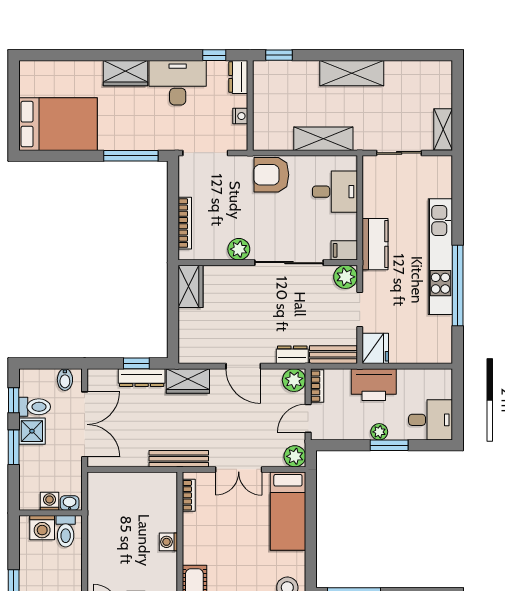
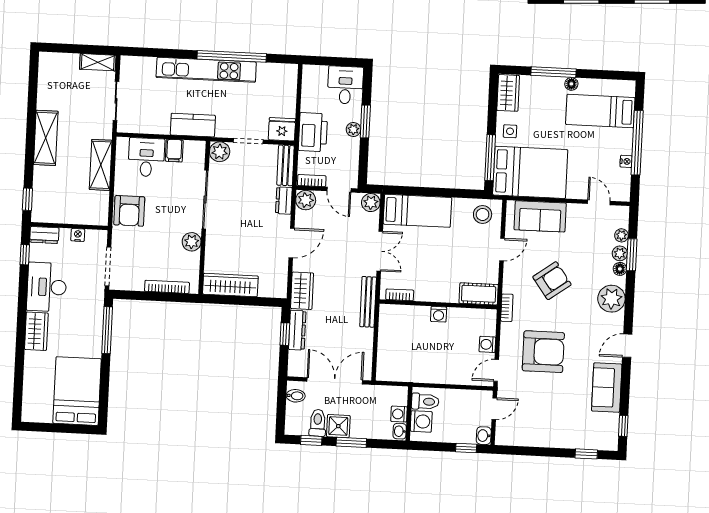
filing cabinet: (344, 250) -> (174, 151), moved
wardrobe: (190, 286) -> (230, 285), width x1.50
washbasin: (70, 503) -> (400, 431), moved

